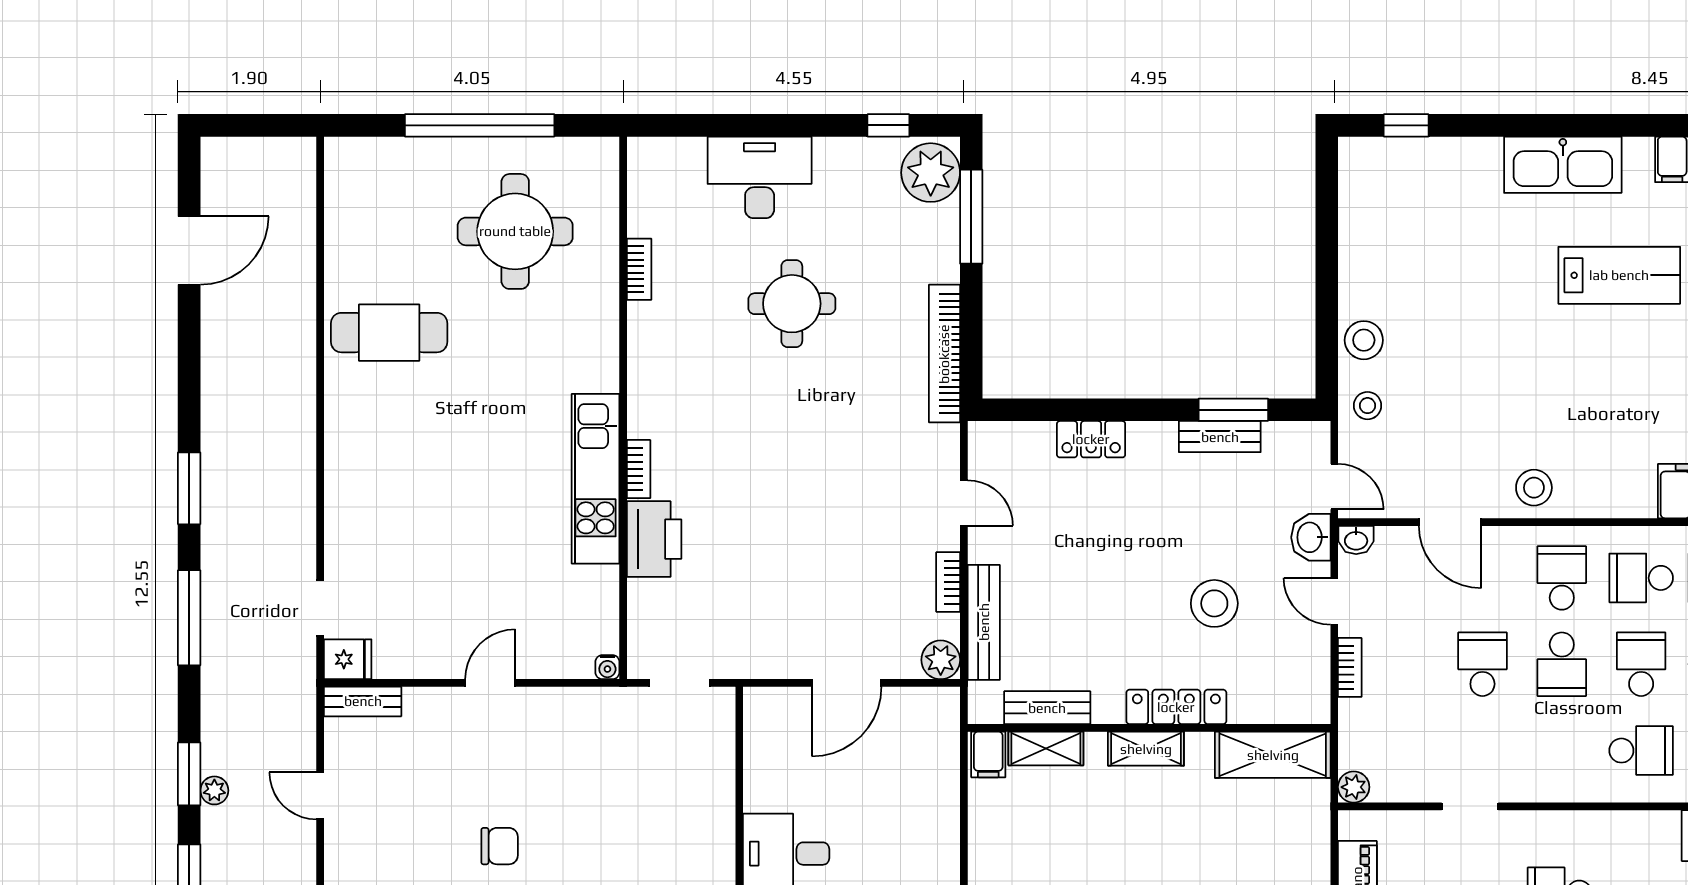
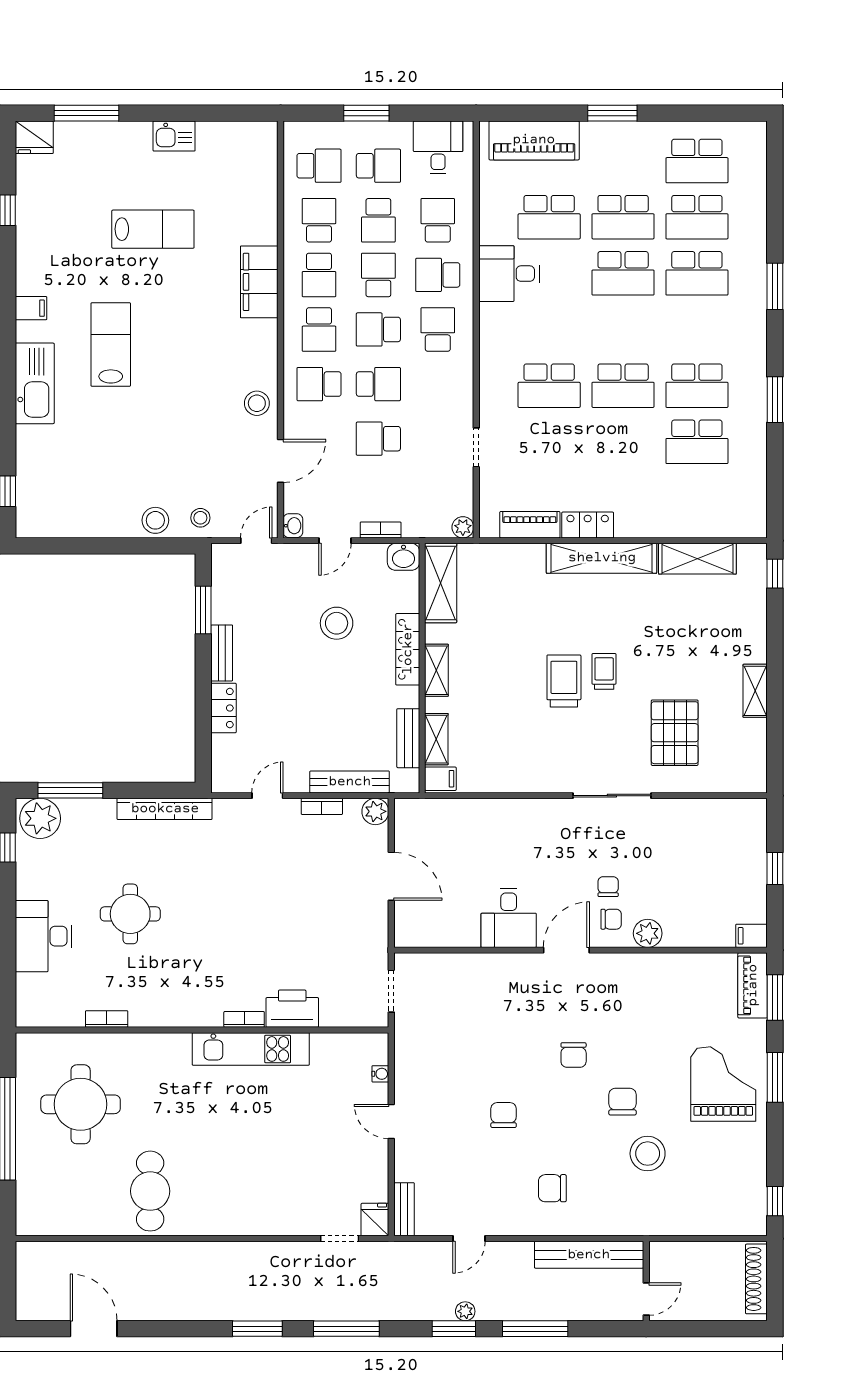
bench: (1220, 437) -> (222, 653), moved
washbasin: (1311, 537) -> (404, 557), moved
water cooler: (607, 667) -> (380, 1074), moved

